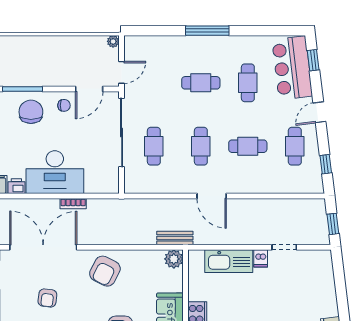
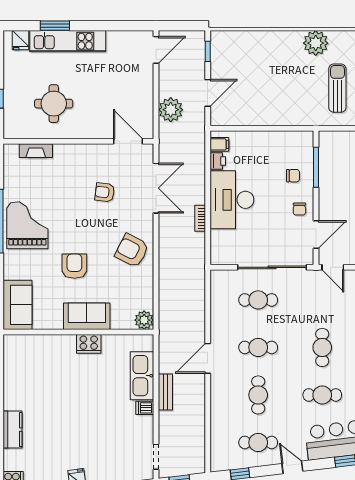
door: (89, 89) -> (316, 235), swing flipped
chair: (31, 112) -> (293, 176), width x0.54, depth x0.54
bench: (175, 238) -> (165, 392), moved
double door: (43, 247) -> (156, 188), width x0.73
doorway: (284, 247) -> (156, 457), moved

